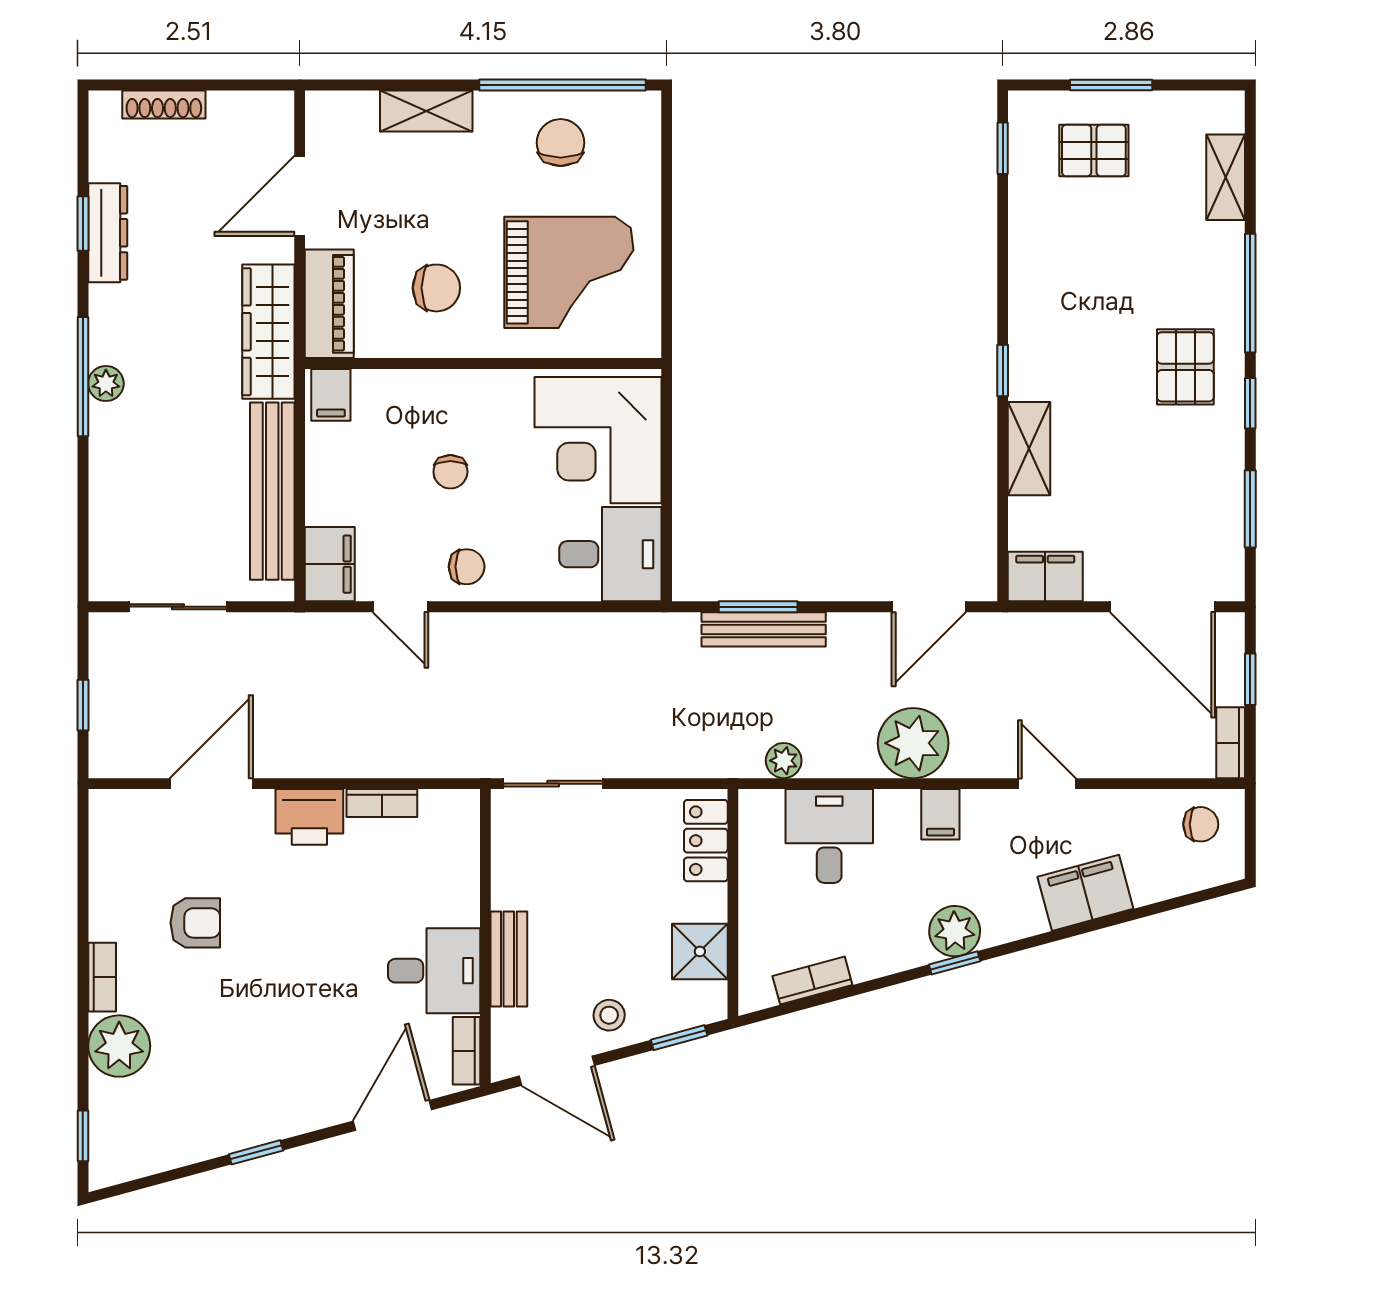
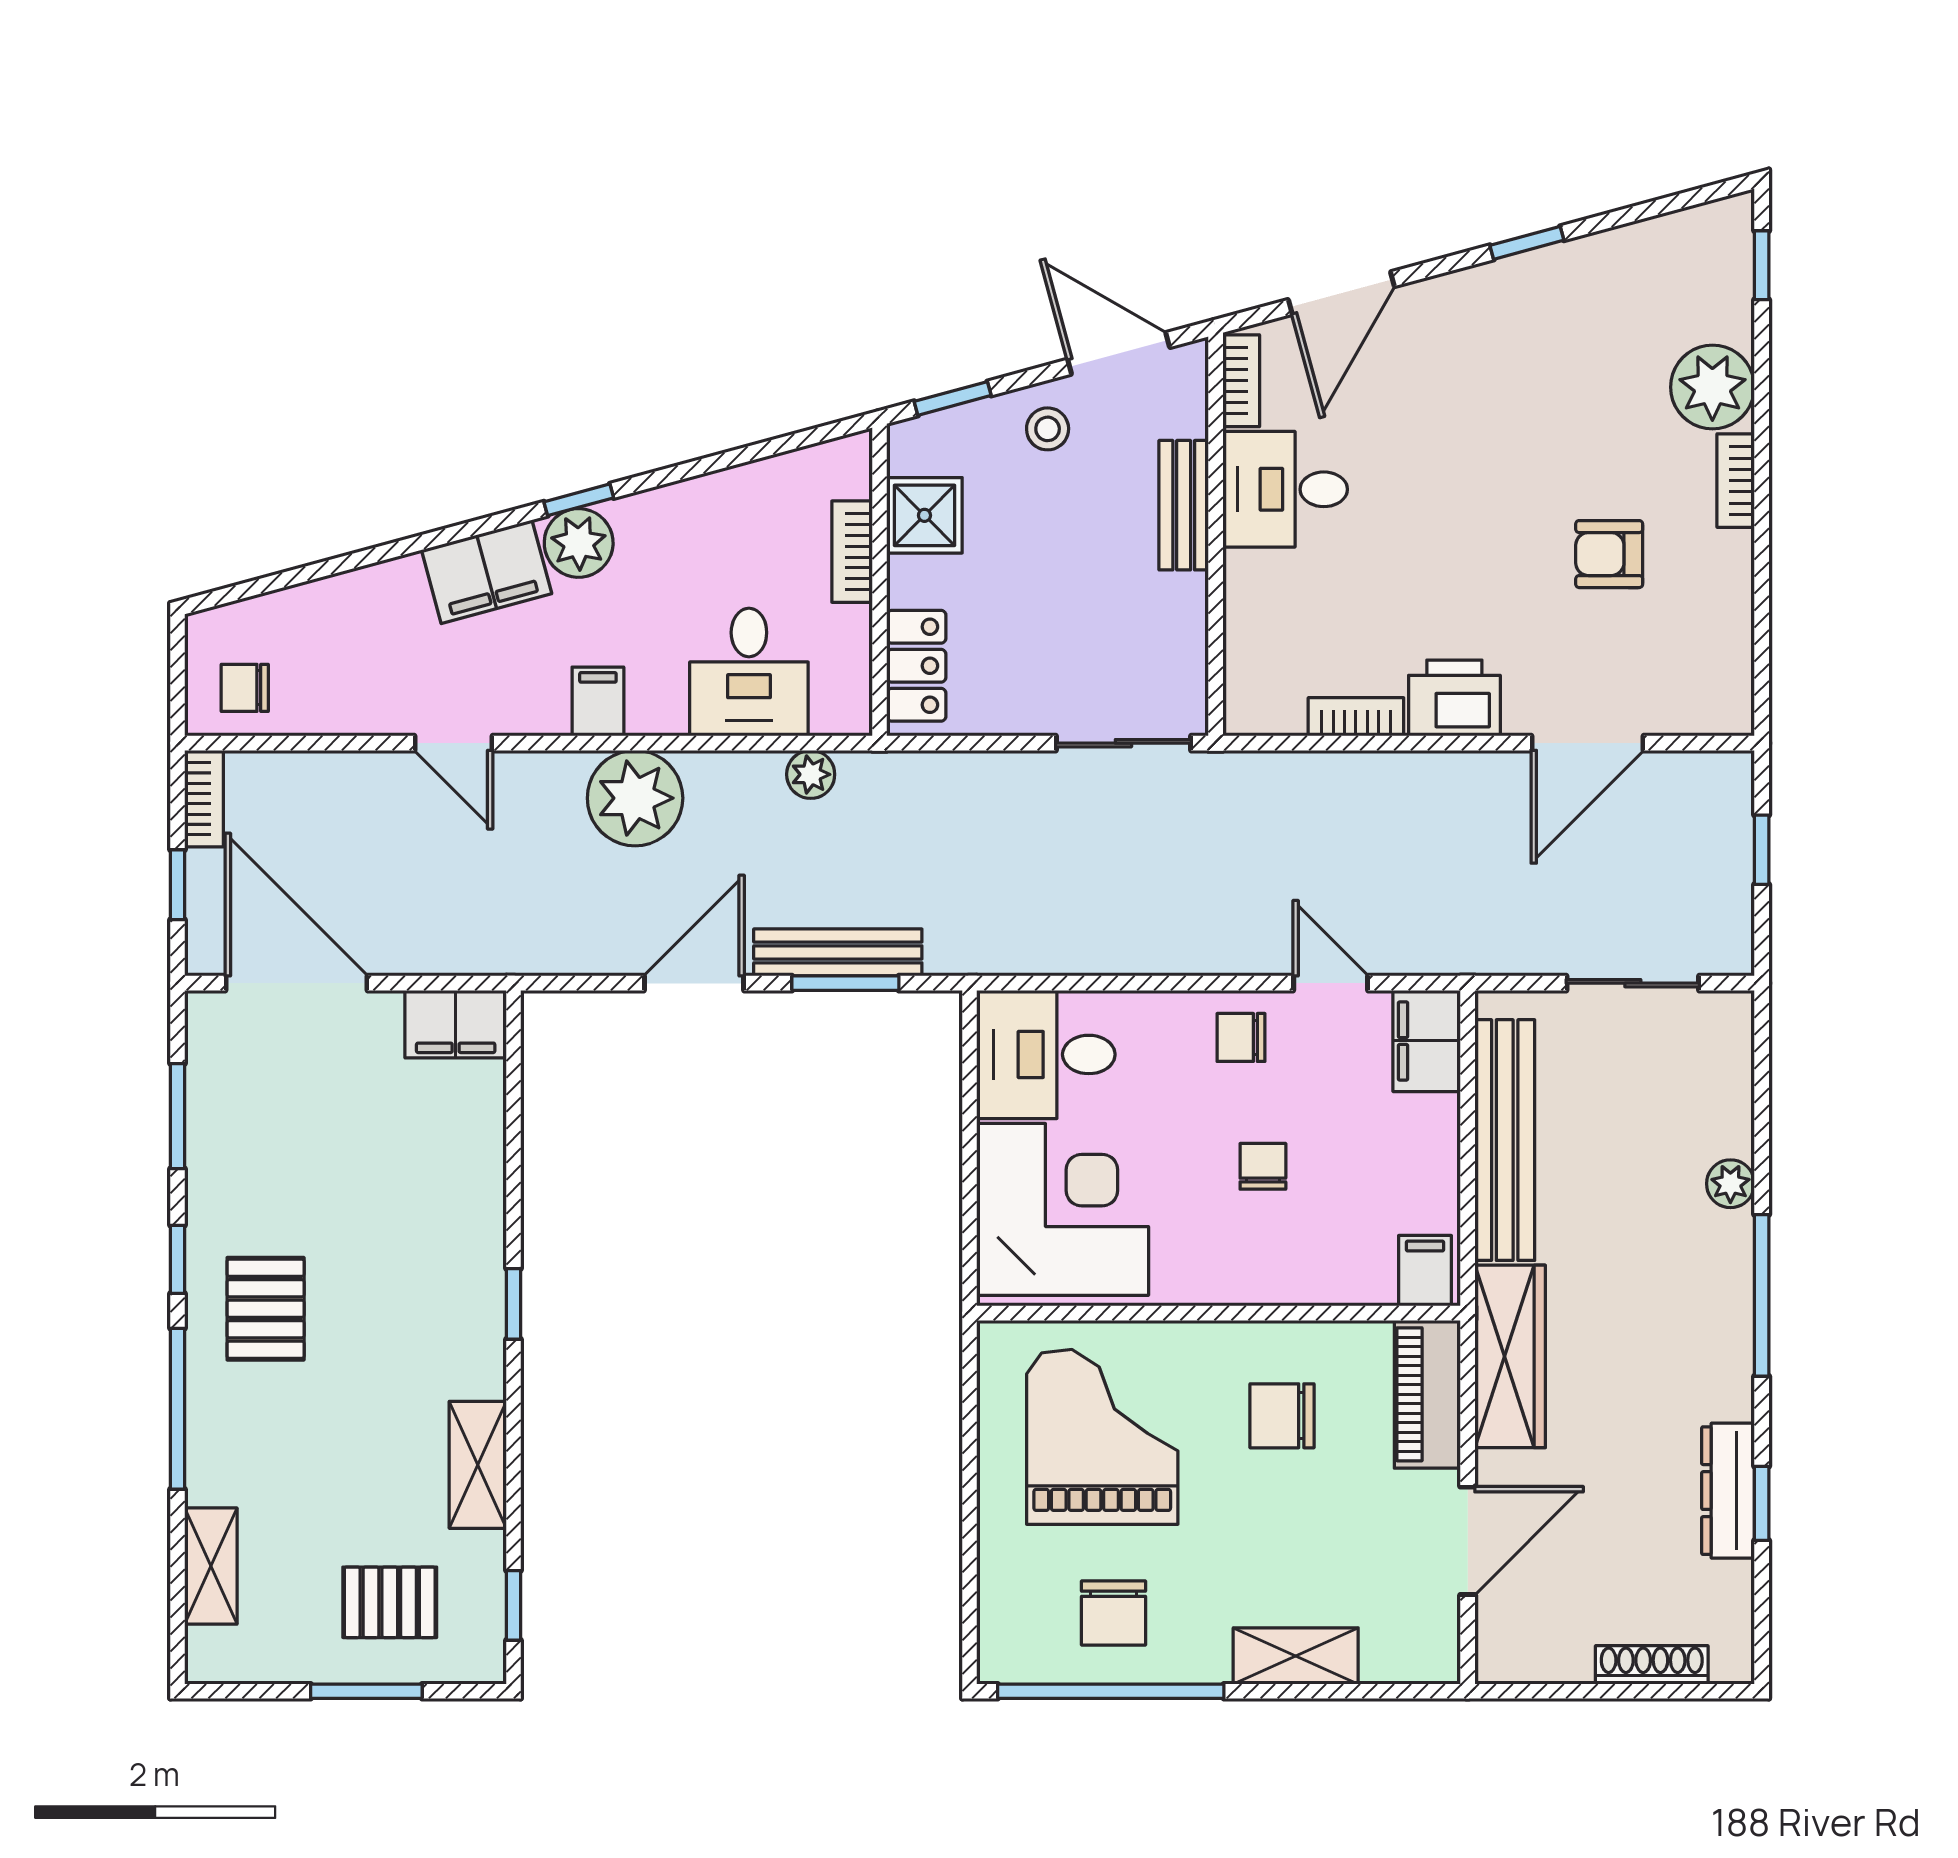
grand piano: (569, 272) -> (1102, 1437), turned 90
plant: (106, 384) -> (1730, 1184), moved
shelving: (1029, 449) -> (478, 1465), moved
door: (929, 607) -> (694, 983), moved
filing cabinet: (1085, 893) -> (487, 572), moved
bookcase: (812, 980) -> (852, 552), moved, turned 105

